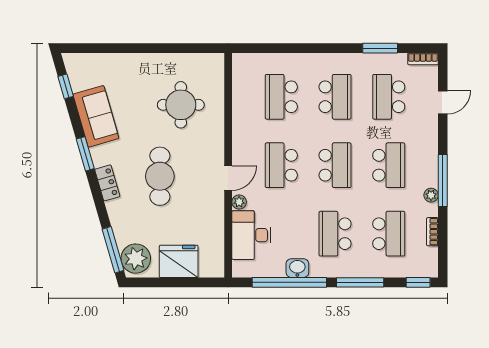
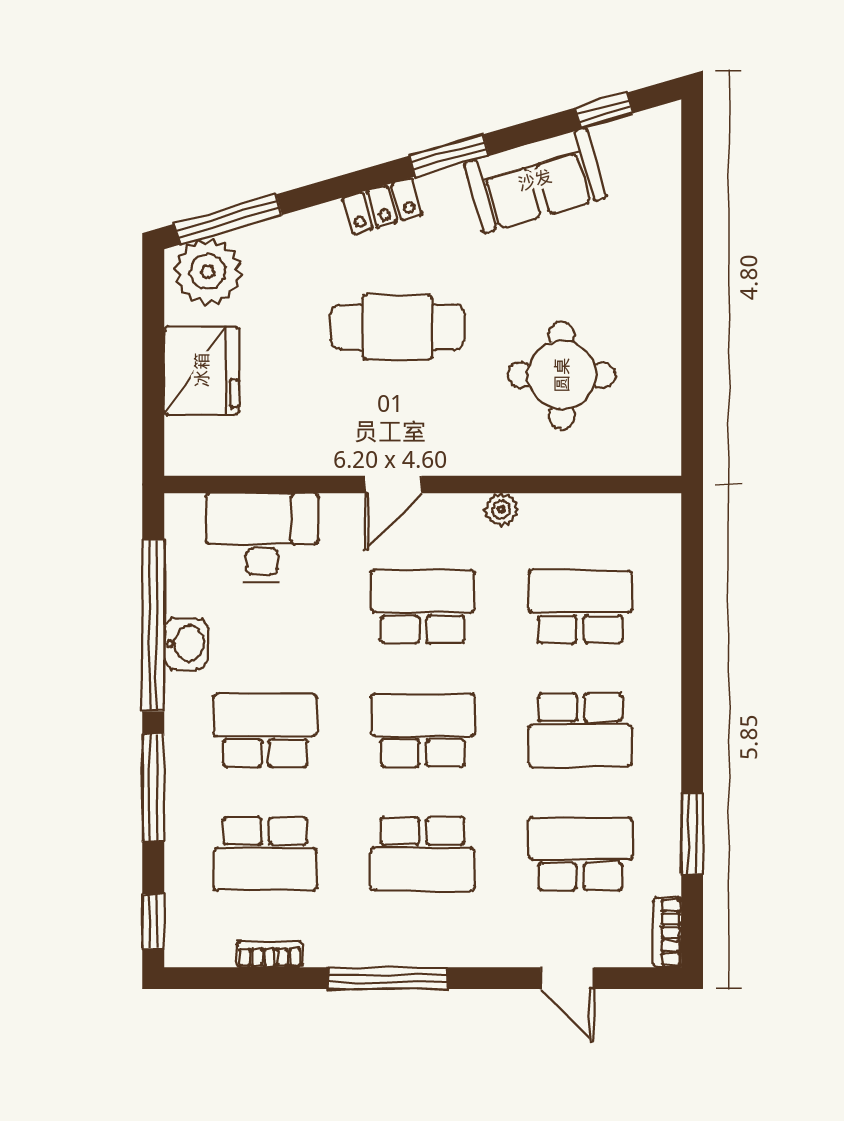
school desk: (335, 165) -> (423, 730), turned 180
door: (228, 178) -> (393, 484), hinge flipped
plant: (431, 195) -> (354, 951), removed
plant: (239, 202) -> (501, 510), moved

